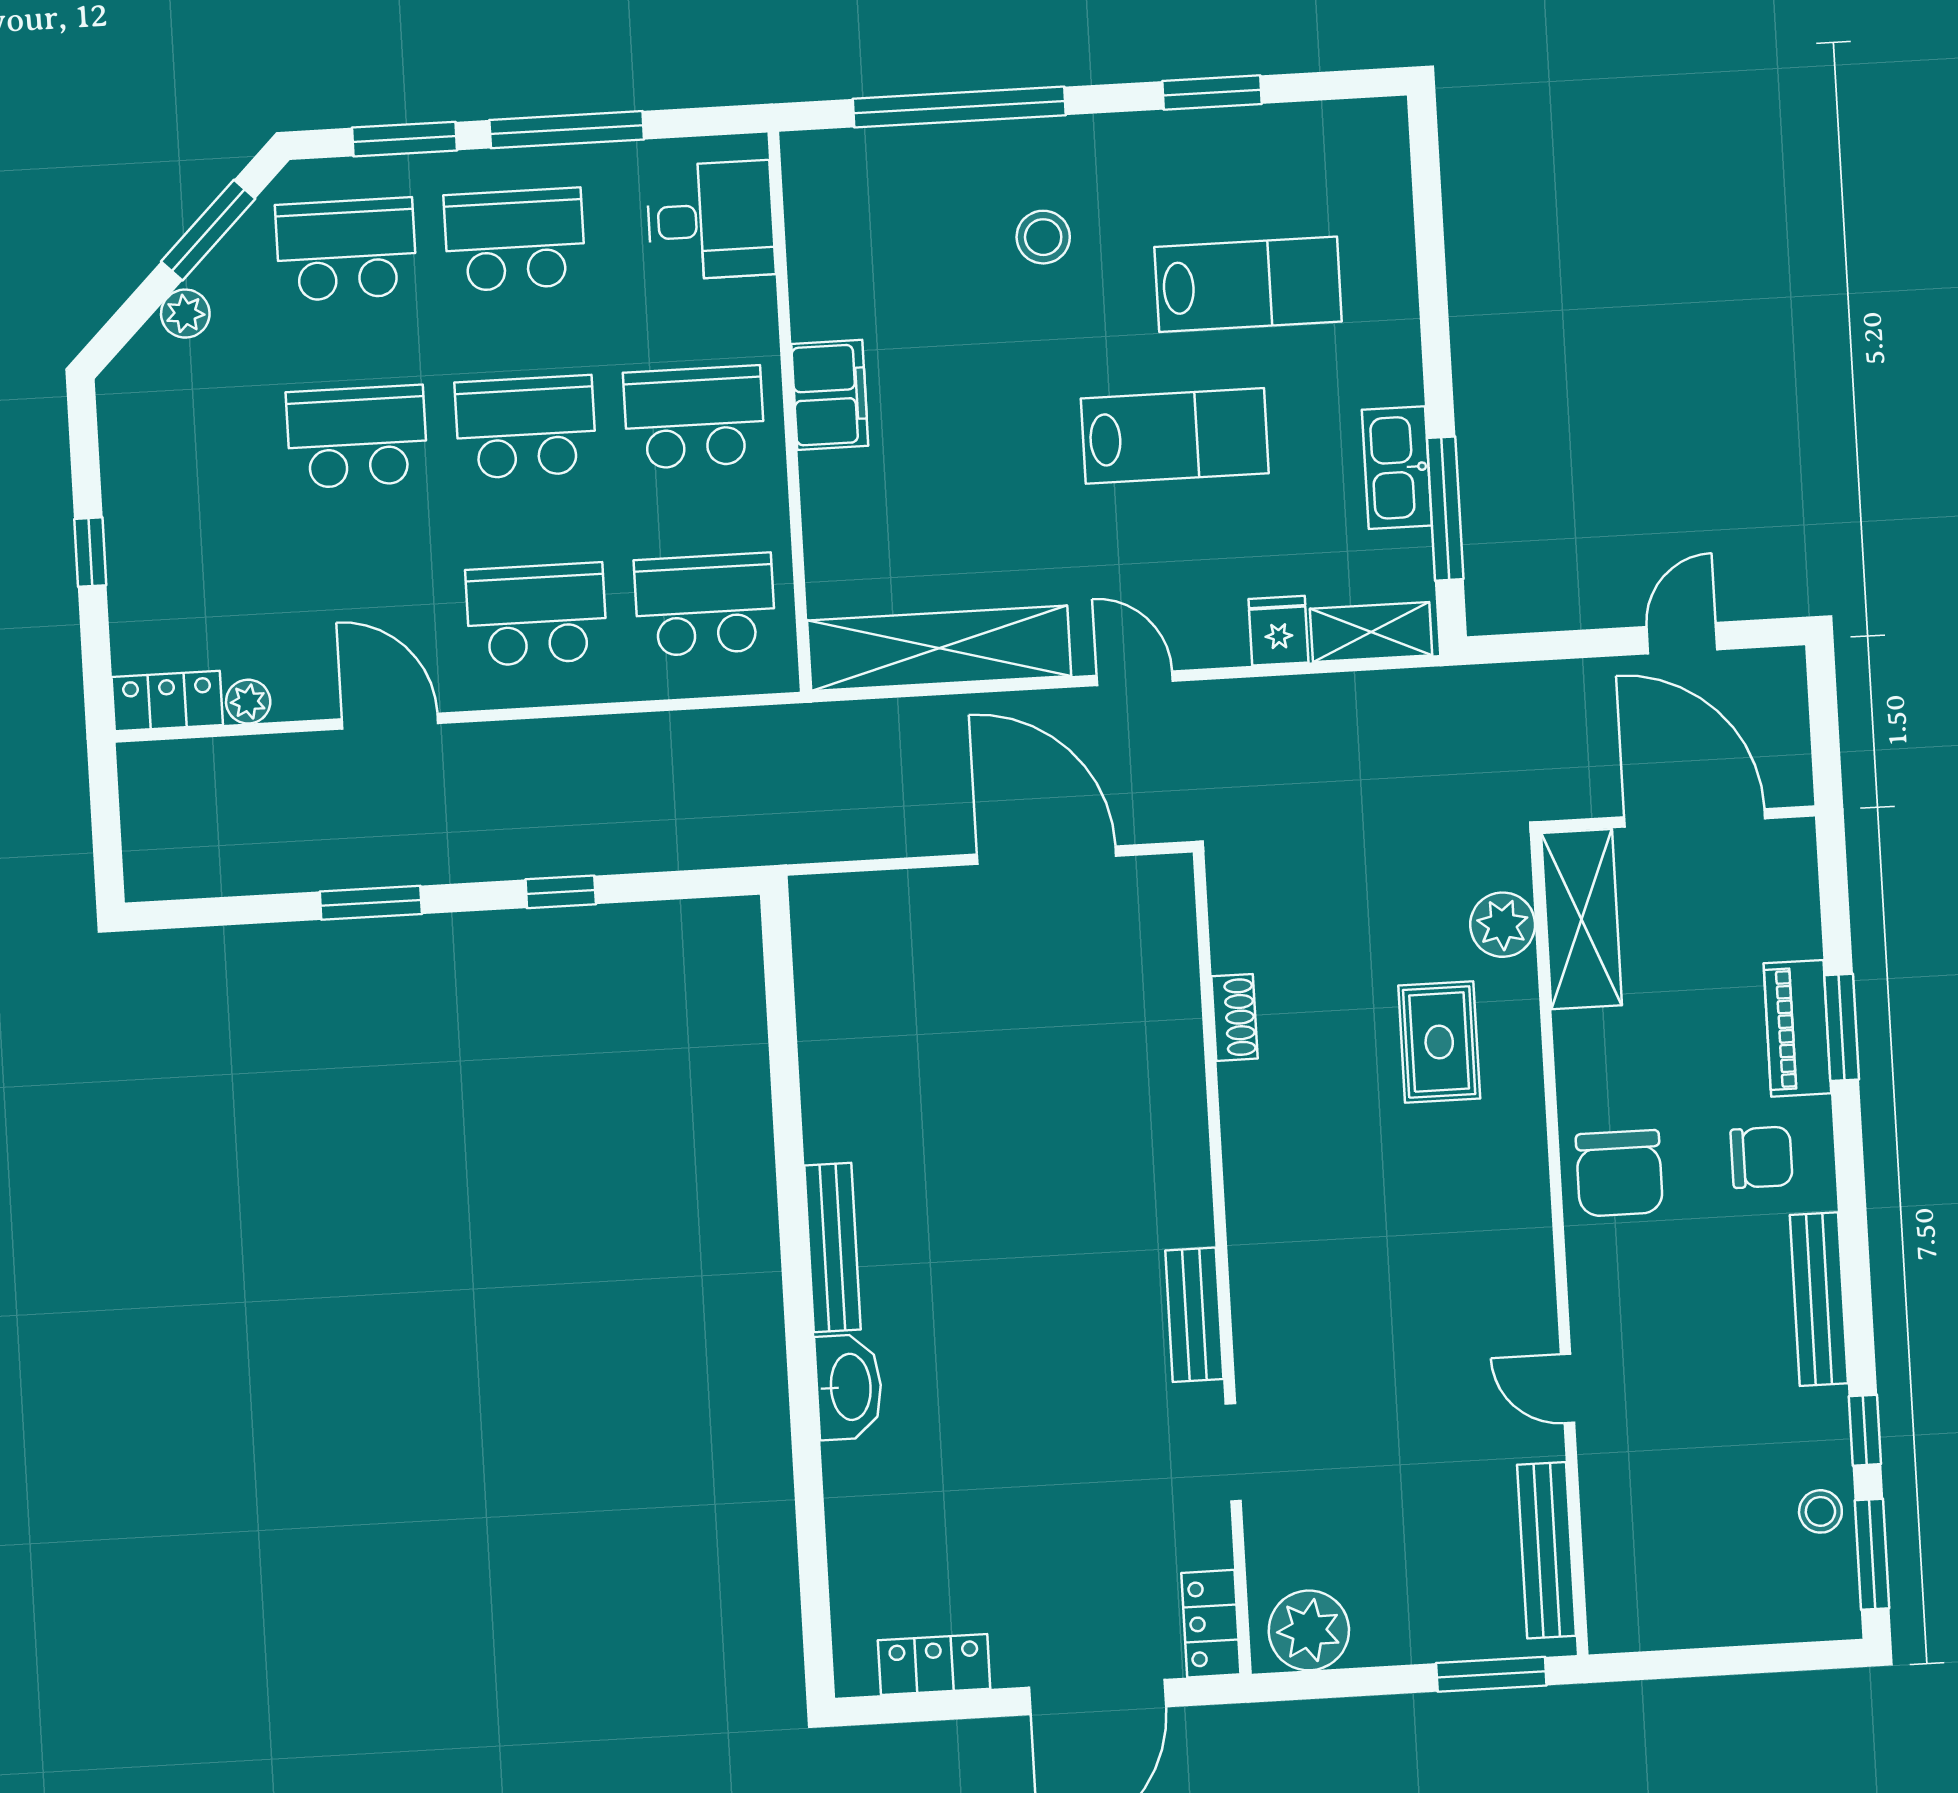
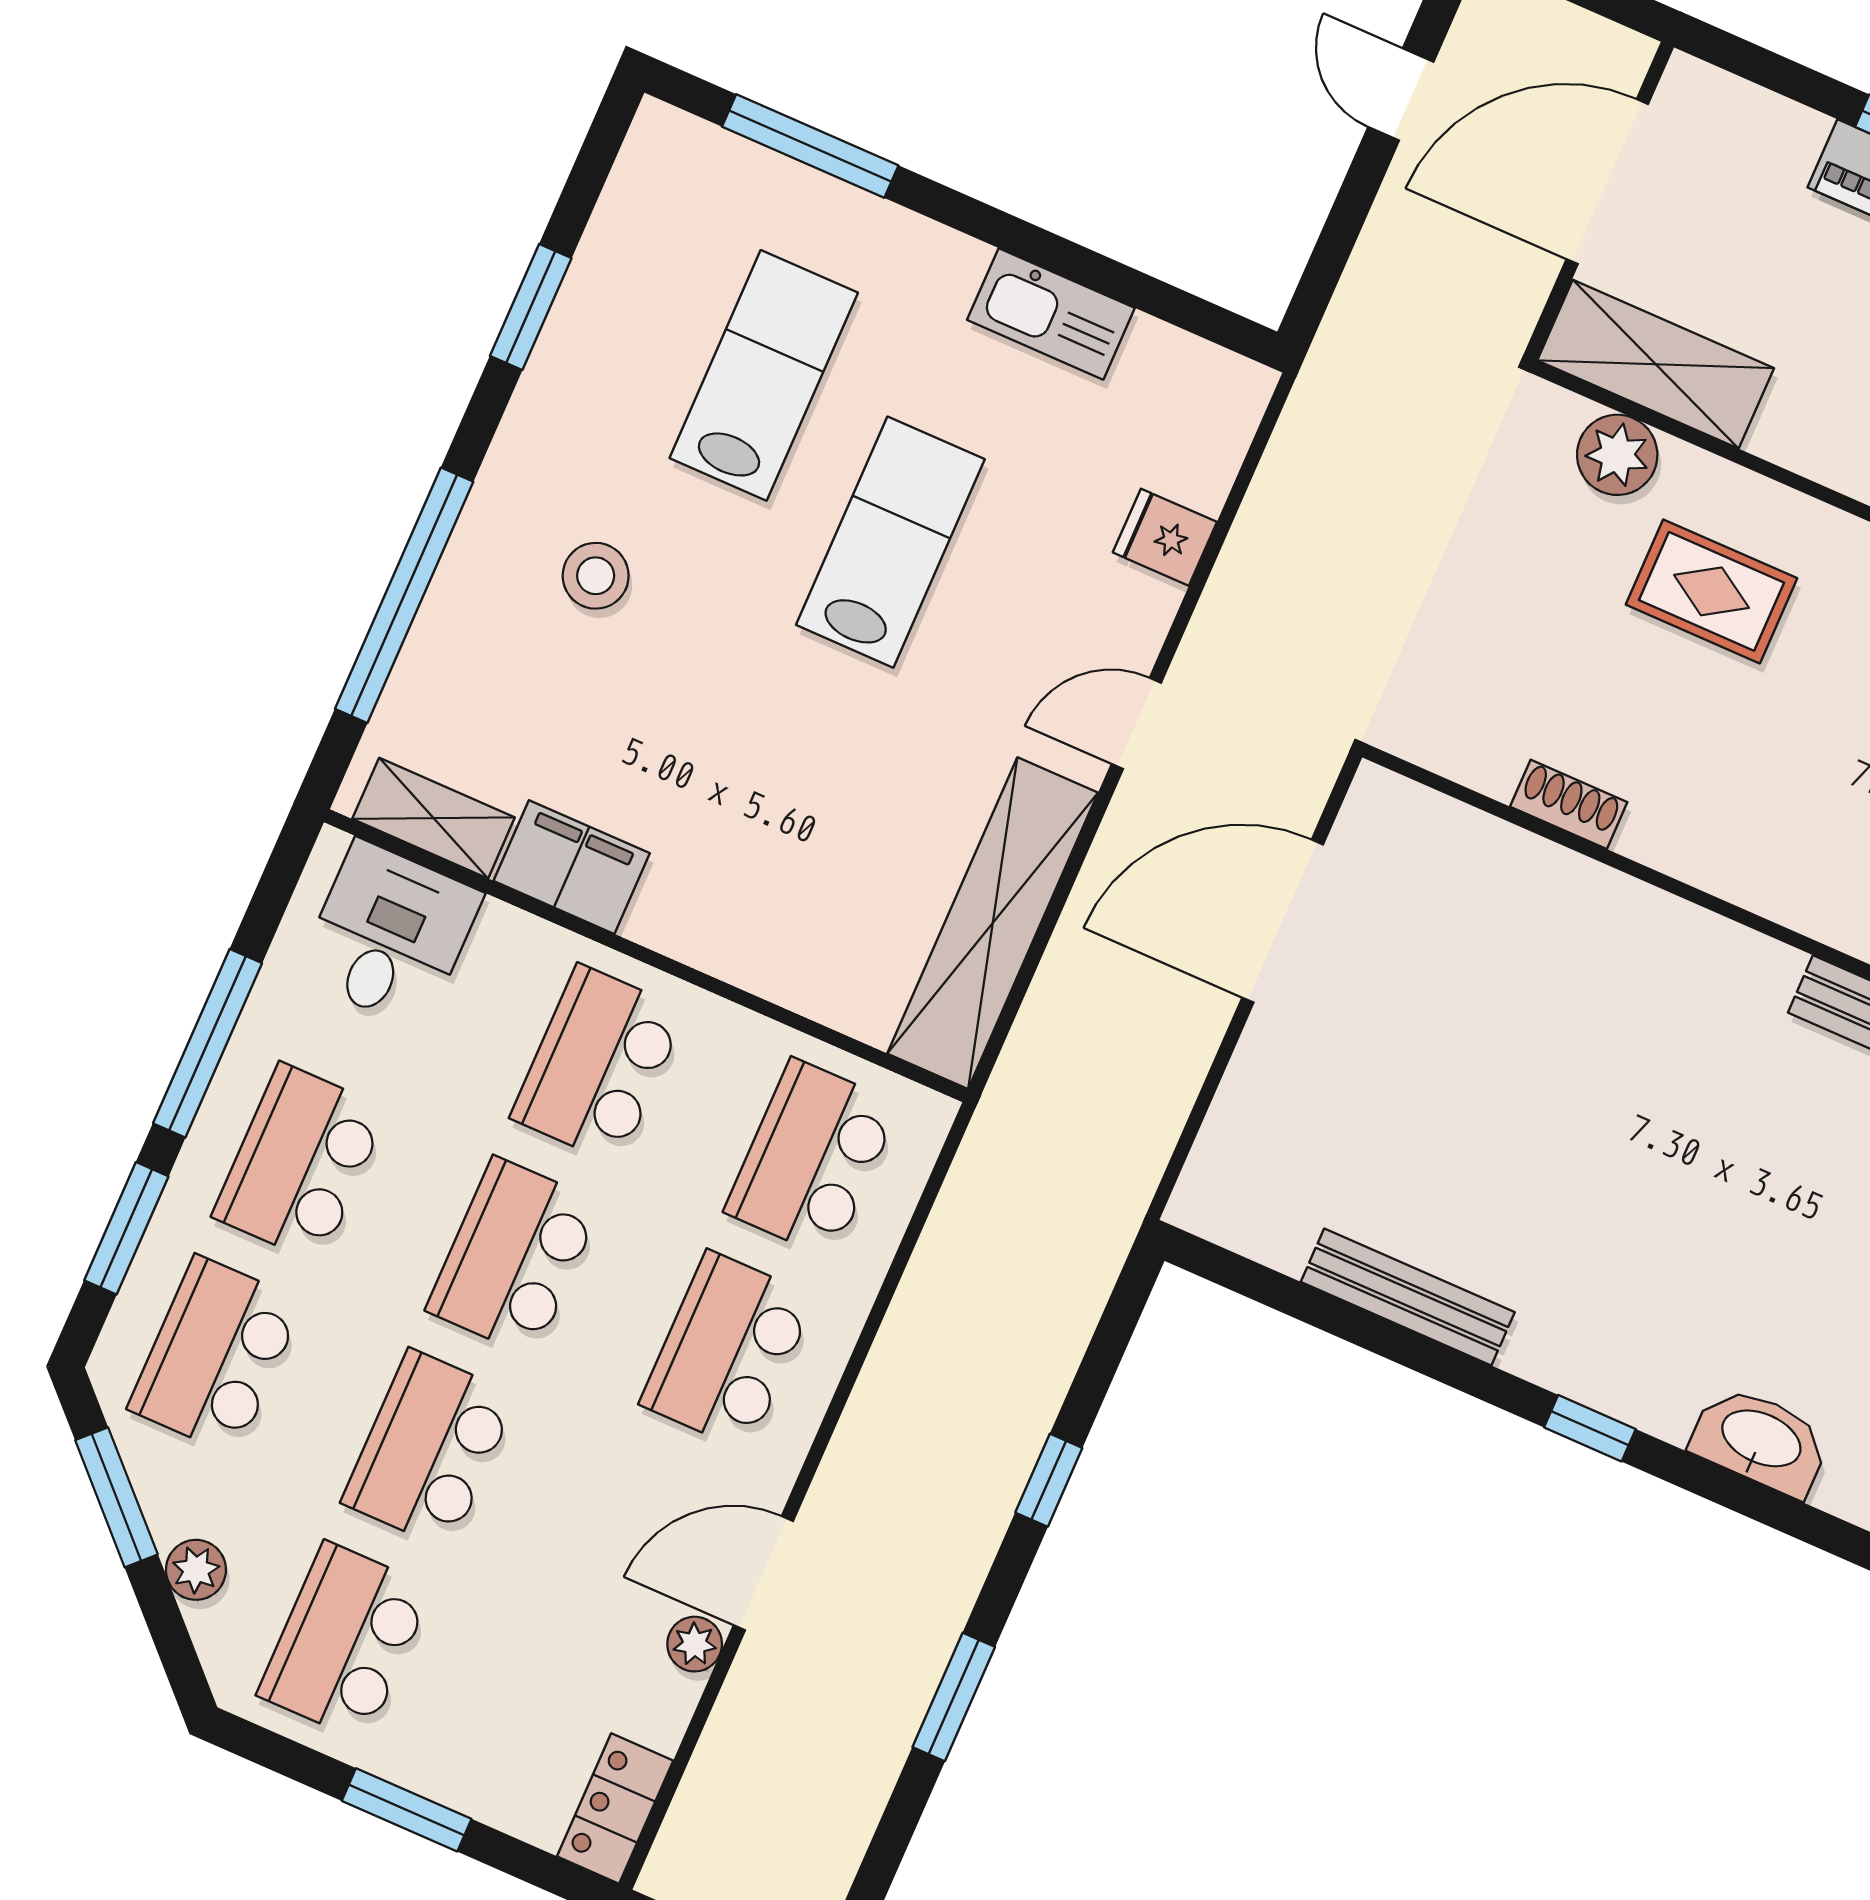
filing cabinet: (830, 395) -> (572, 867), moved
school desk: (188, 446) -> (345, 1641), added
window: (1445, 509) -> (810, 146), moved
window: (90, 552) -> (407, 1810), width x1.50
shelving: (1371, 632) -> (434, 818), moved, turned 90
plant: (248, 702) -> (695, 1644), moved
bench: (833, 1247) -> (1408, 1297), moved
window: (795, 1260) -> (1590, 1428), added

